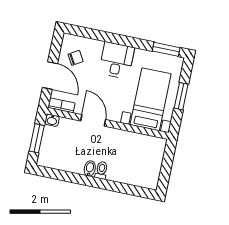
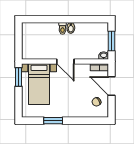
window: (166, 49) -> (53, 121), moved
desk: (117, 60) -> (68, 106), removed
window: (181, 96) -> (18, 77), moved
door: (93, 120) -> (65, 61), moved

